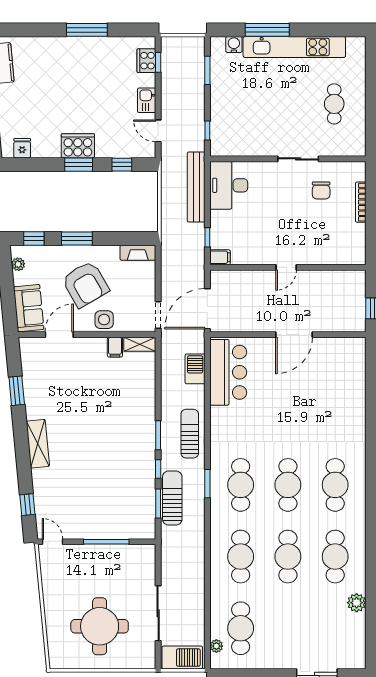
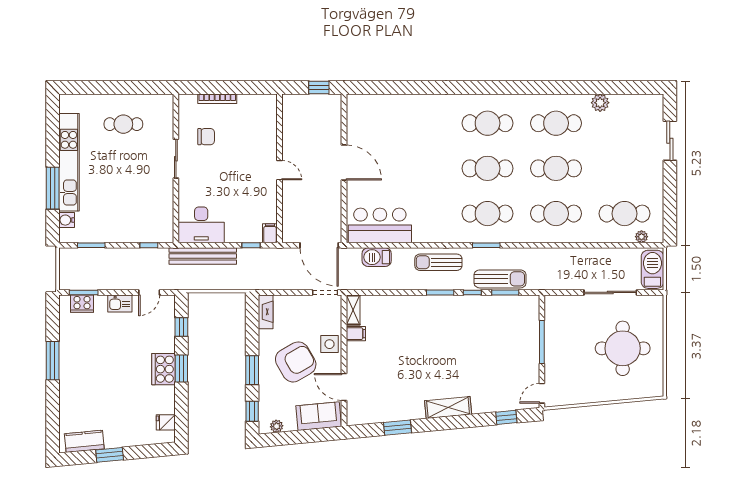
window: (158, 62) -> (84, 292), width x1.50
sun lounger: (172, 498) -> (500, 279), turned 180

